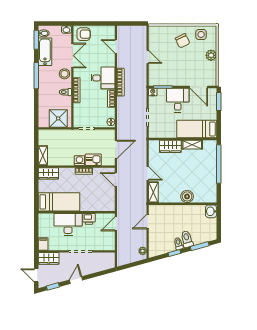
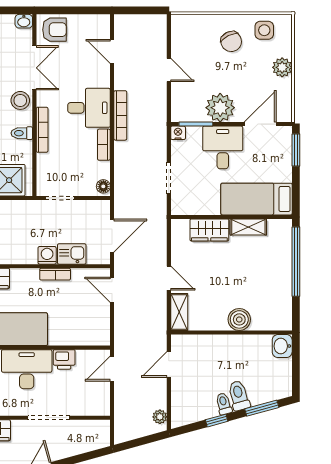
plant: (176, 78) -> (220, 108), added
door: (199, 87) -> (260, 124), swing flipped

